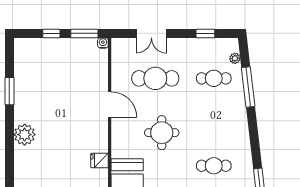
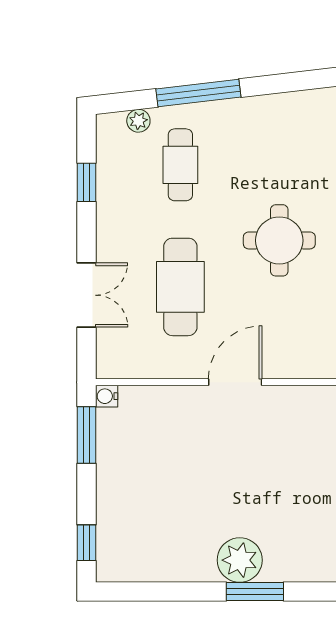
window: (51, 33) -> (86, 543), moved
window: (9, 91) -> (255, 592), moved
round table: (162, 133) -> (279, 240), moved
plant: (25, 135) -> (240, 560), moved

